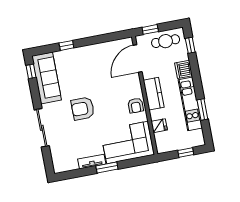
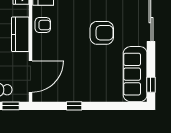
window: (66, 45) -> (74, 106), moved
armchair: (136, 105) -> (43, 25), turned 90

